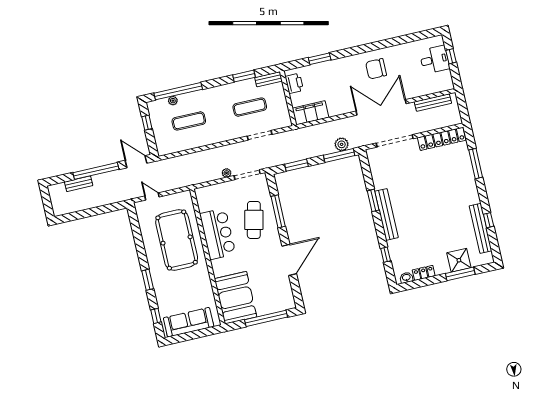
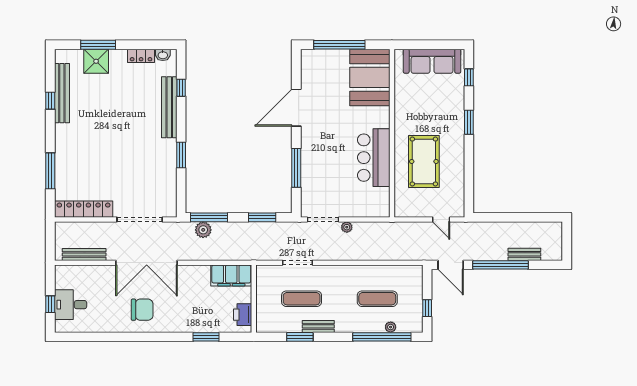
bench: (269, 79) -> (318, 326), moved
bench: (386, 214) -> (169, 107), moved
cafe table: (254, 220) -> (327, 164), removed
pool table: (177, 240) -> (424, 161), width x0.73, depth x0.76

